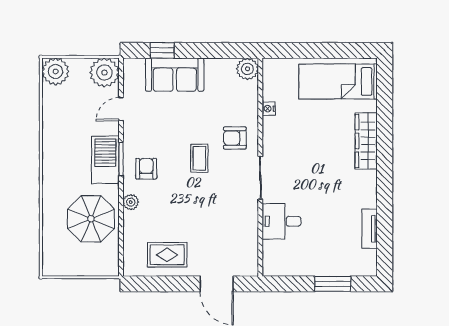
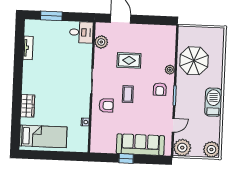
window: (162, 50) -> (126, 159), moved
plant: (247, 69) -> (101, 42), moved
sofa: (175, 75) -> (140, 145), width x1.36
wardrobe: (366, 141) -> (28, 106), width x0.67
barbecue: (105, 160) -> (213, 102), moved, turned 180
desk: (282, 221) -> (81, 32), moved
rug: (167, 255) -> (129, 60), moved

